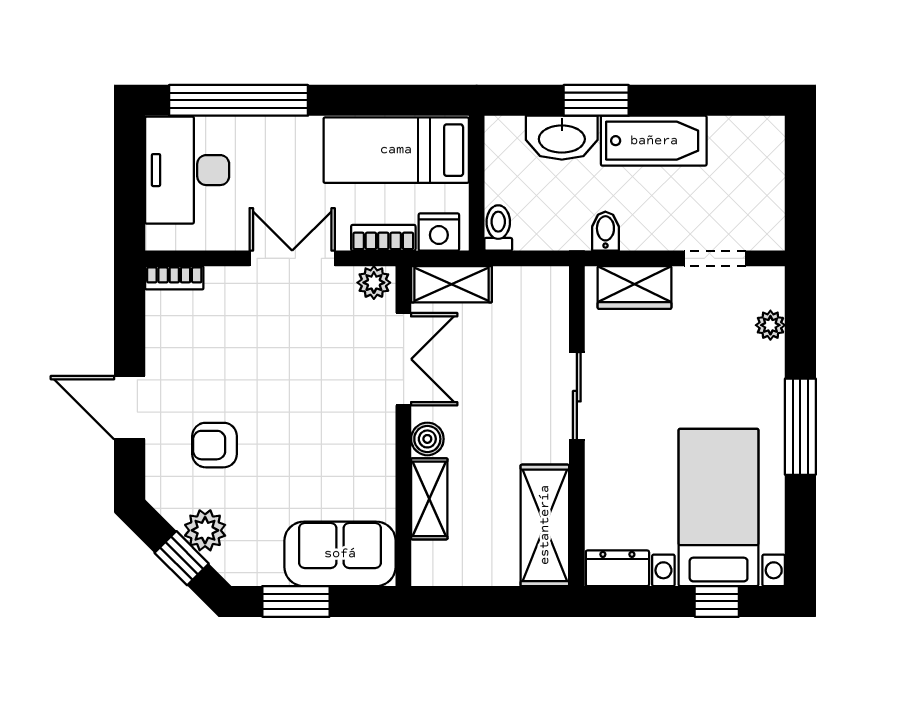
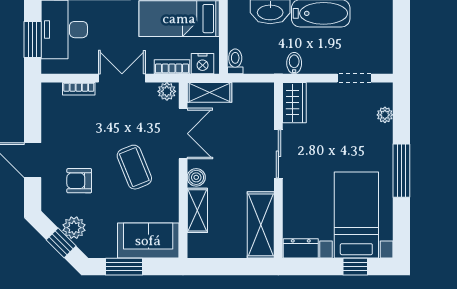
window: (130, 188) -> (33, 39), added
bookcase: (174, 278) -> (79, 89), moved
wardrobe: (634, 287) -> (294, 103), moved, turned -90
coffee table: (315, 420) -> (134, 167), added

